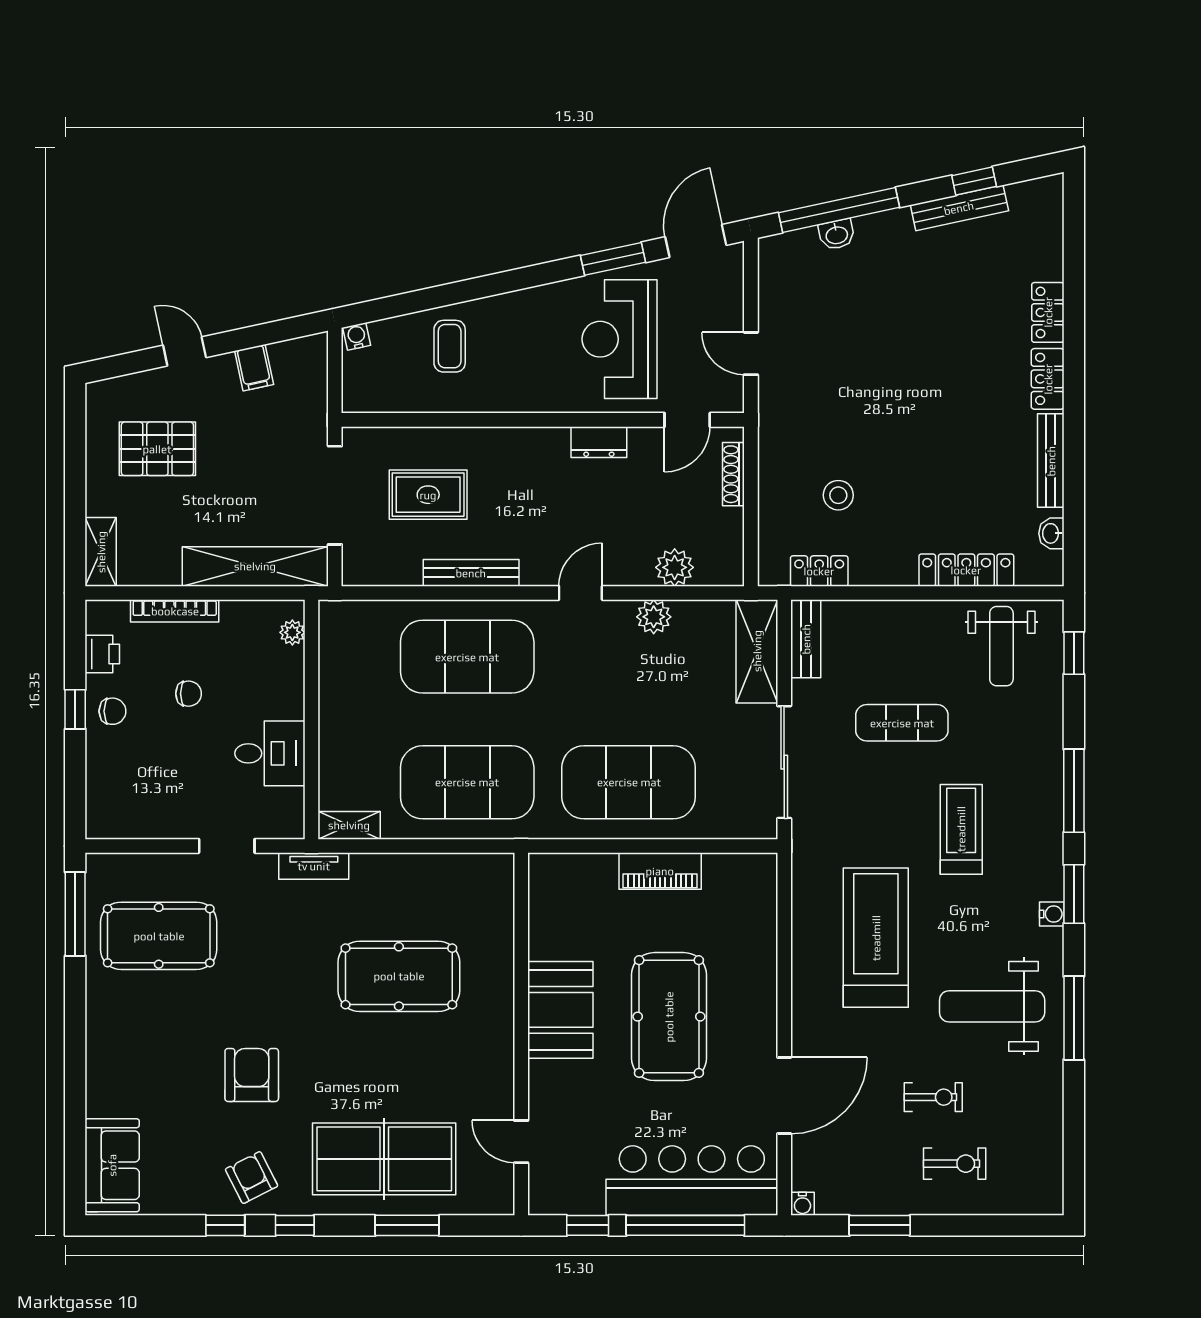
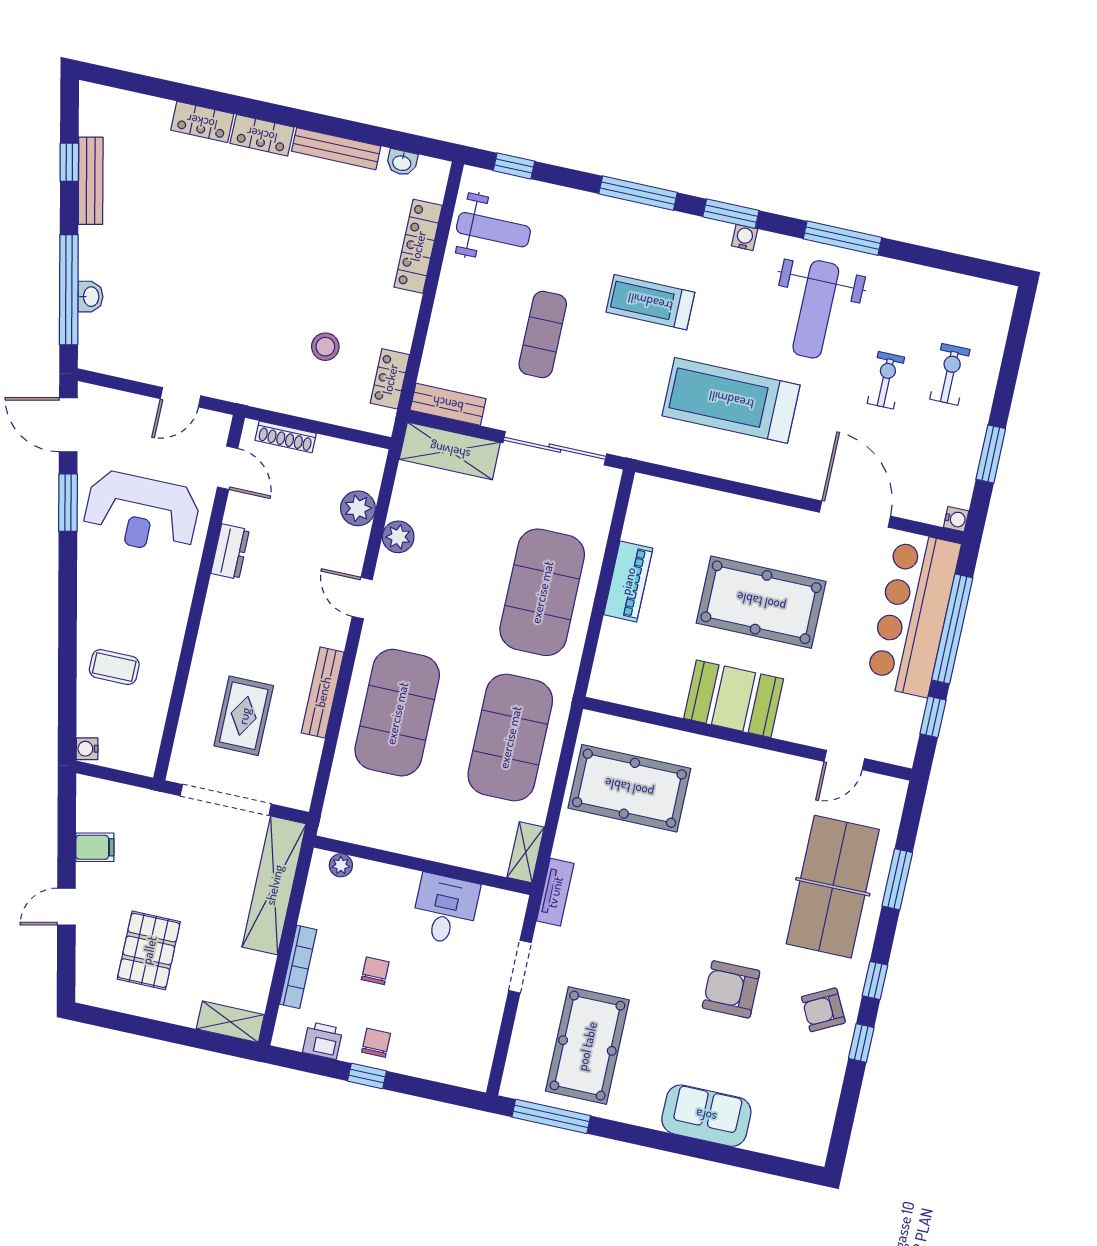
pool table: (399, 976) -> (629, 788), moved, turned 90
sofa: (112, 1165) -> (706, 1116), moved

